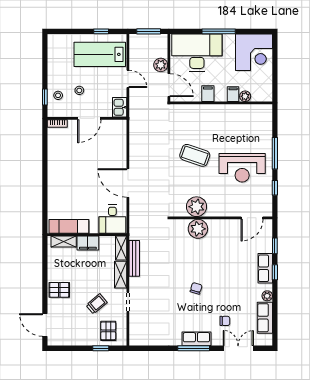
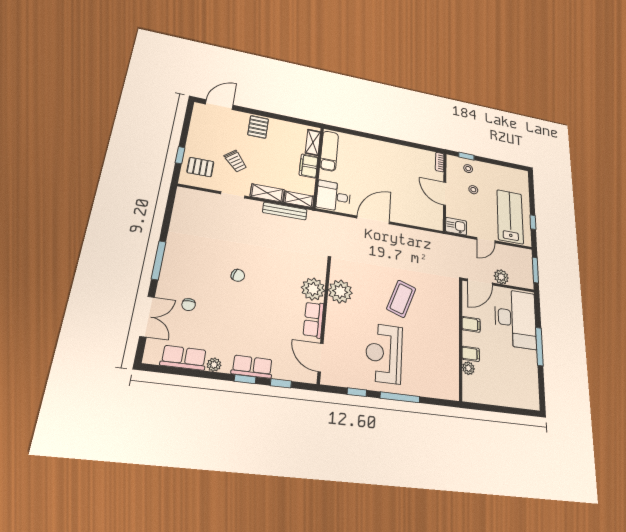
corner desk: (254, 52) -> (518, 385), removed
row of seats: (196, 339) -> (314, 320), moved, turned 180

